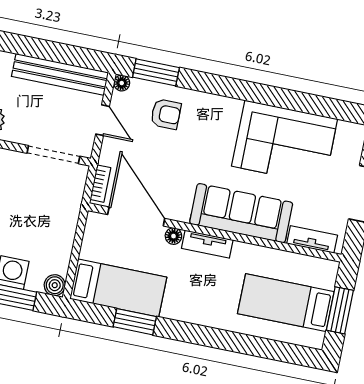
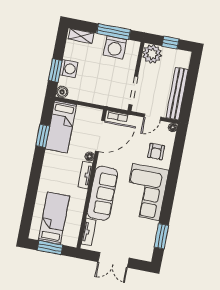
window: (156, 72) -> (161, 236), moved
corner sofa: (285, 143) -> (146, 192), moved

